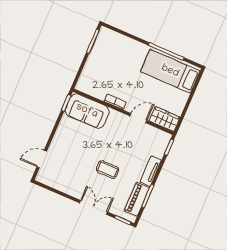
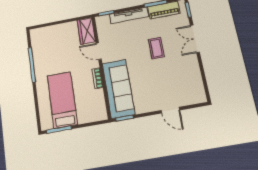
bed: (170, 71) -> (62, 100), moved, turned 180
sofa: (87, 111) -> (118, 89), width x1.36
door: (42, 159) -> (170, 110), moved
tv unit: (151, 171) -> (129, 15), width x1.41

